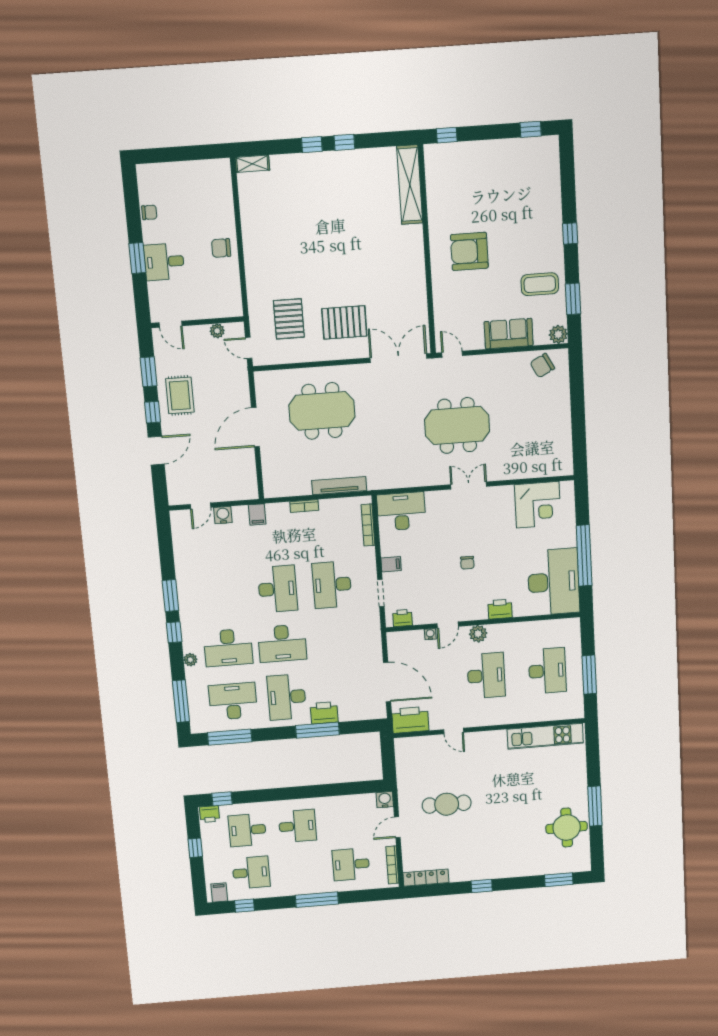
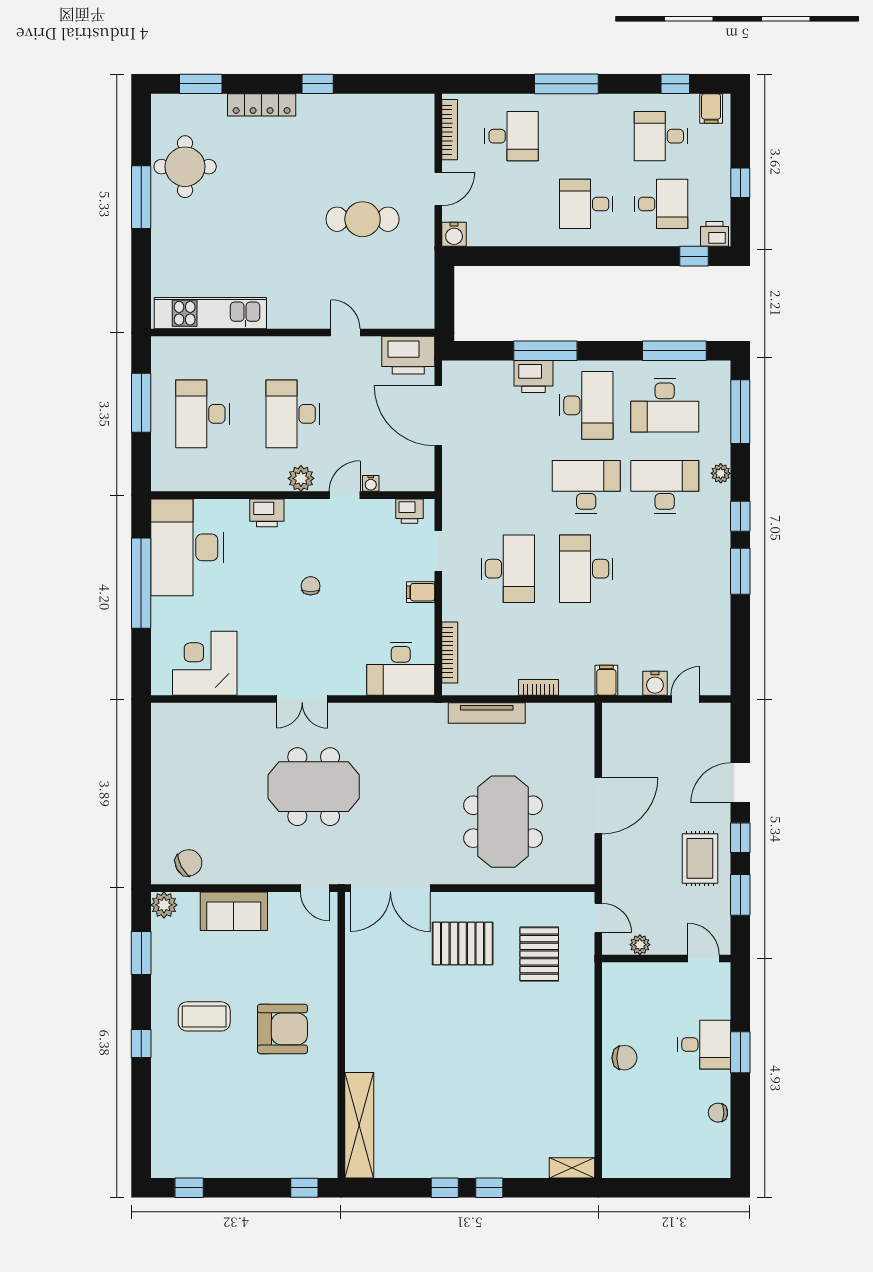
coffee table: (540, 284) -> (204, 1016), moved
meeting table: (322, 411) -> (503, 822), turned 90
locker: (426, 878) -> (262, 105), moved

